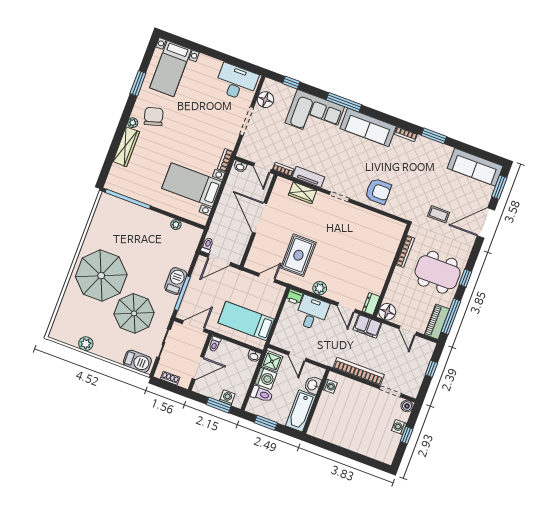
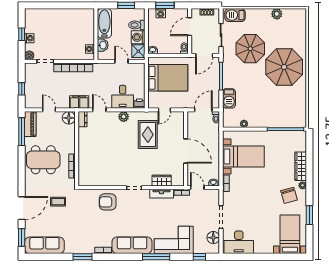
window: (465, 278) -> (22, 163), removed
barbecue: (176, 281) -> (229, 98), moved
bed: (246, 321) -> (168, 78), width x1.50

